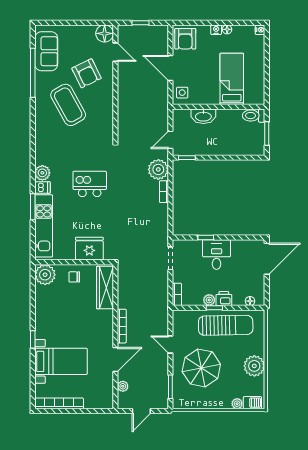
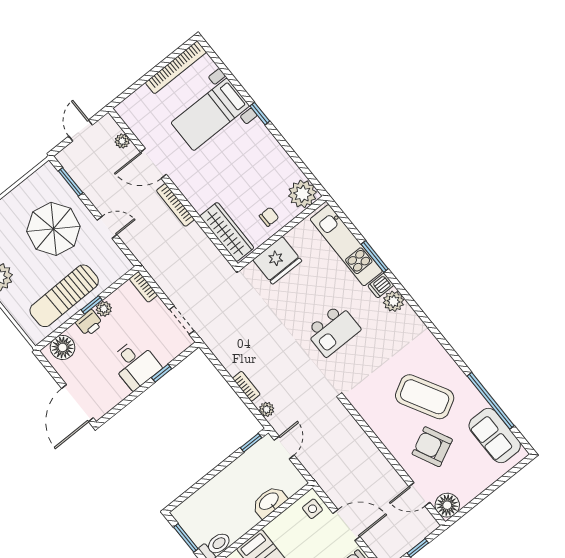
plant: (158, 169) -> (267, 409), width x0.53, depth x0.53
floor lamp: (250, 301) -> (63, 347), width x1.89, depth x1.89
door: (115, 360) -> (153, 163), hinge flipped

